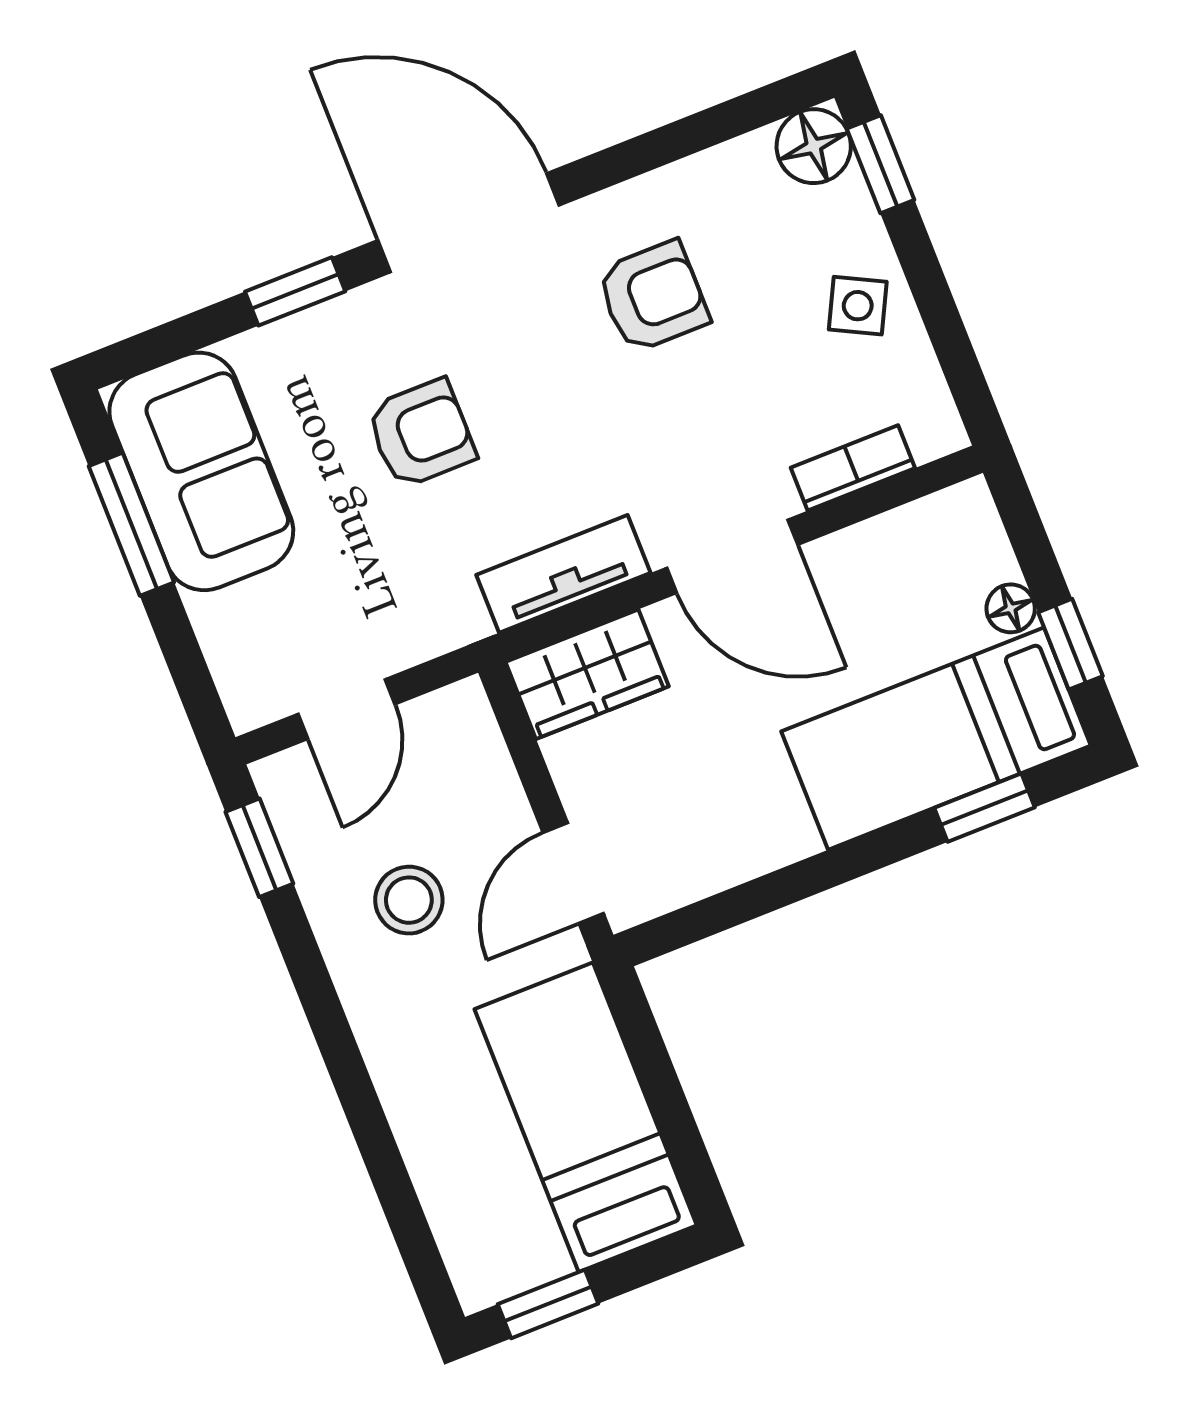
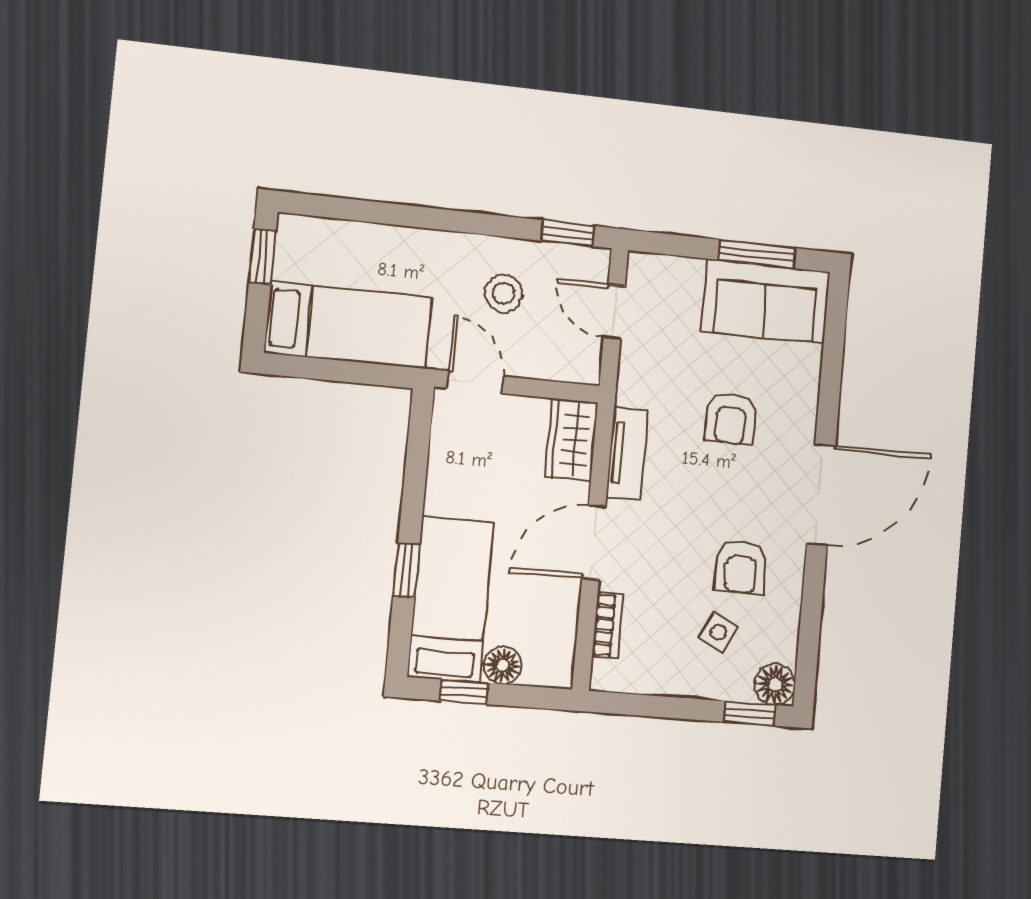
window: (295, 291) -> (830, 393), removed
side table: (858, 306) -> (718, 632), moved
floor lamp: (1011, 608) -> (503, 665), width x1.37, depth x1.37
window: (984, 808) -> (406, 570), moved

